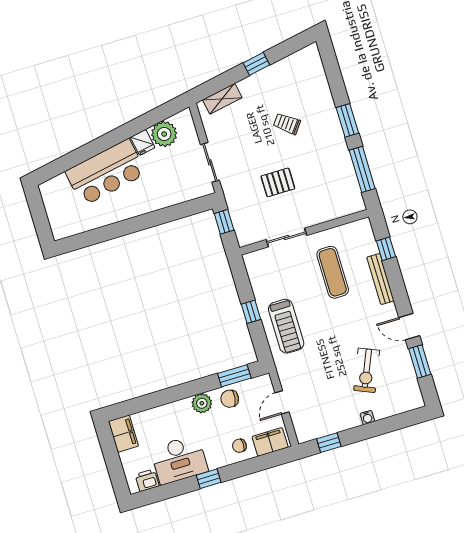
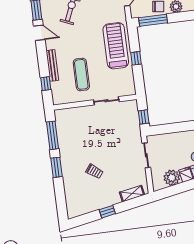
pallet: (278, 182) -> (106, 136), removed
treadmill: (286, 326) -> (116, 46), width x1.37, depth x1.38
window: (234, 376) -> (153, 20), width x1.44

